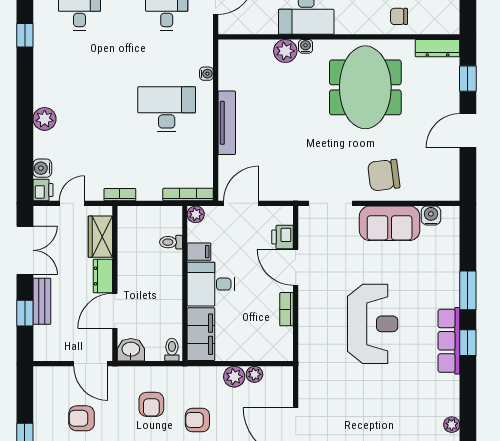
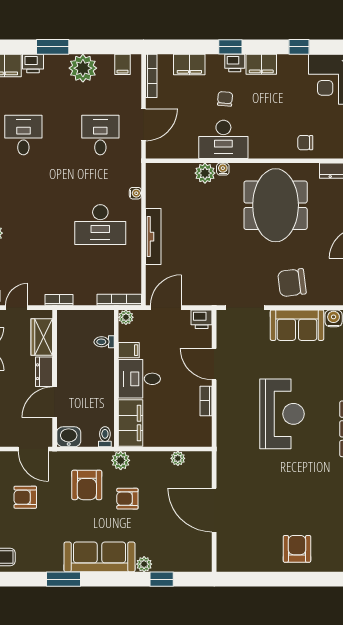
desk: (167, 109) -> (100, 225), turned 180
printer: (283, 237) -> (202, 319), moved, turned -90
plant: (234, 377) -> (121, 460), moved
armchair: (151, 404) -> (87, 485), width x1.38, depth x1.38

